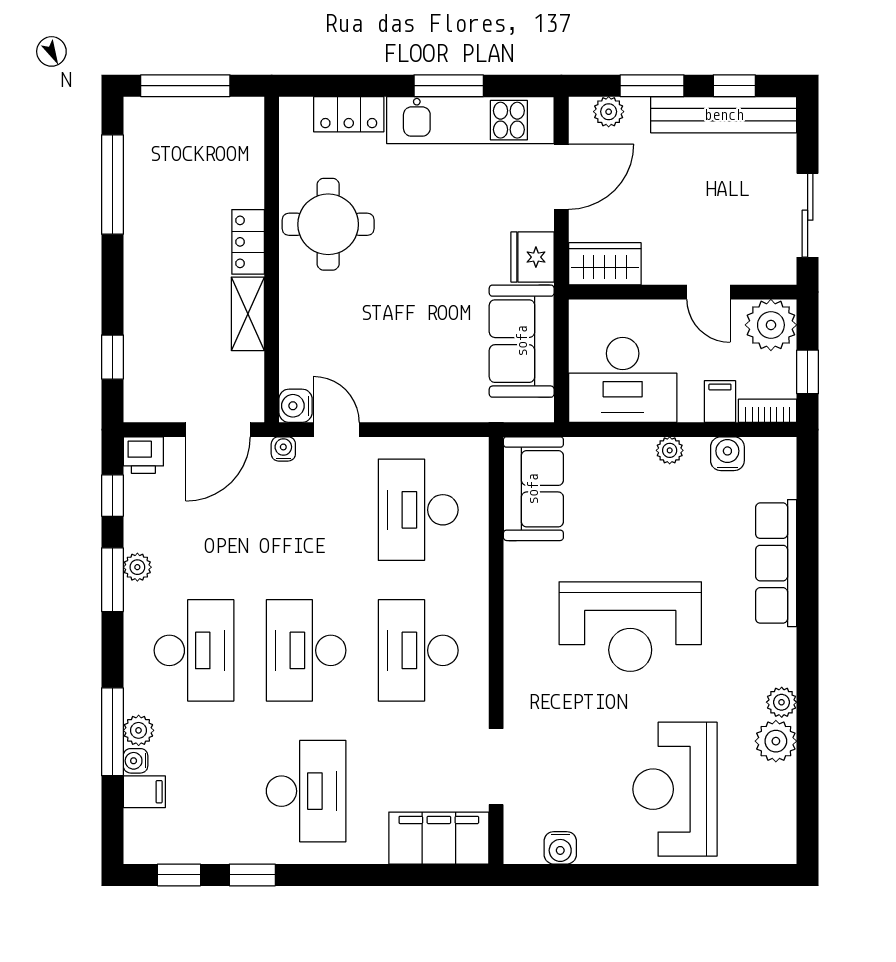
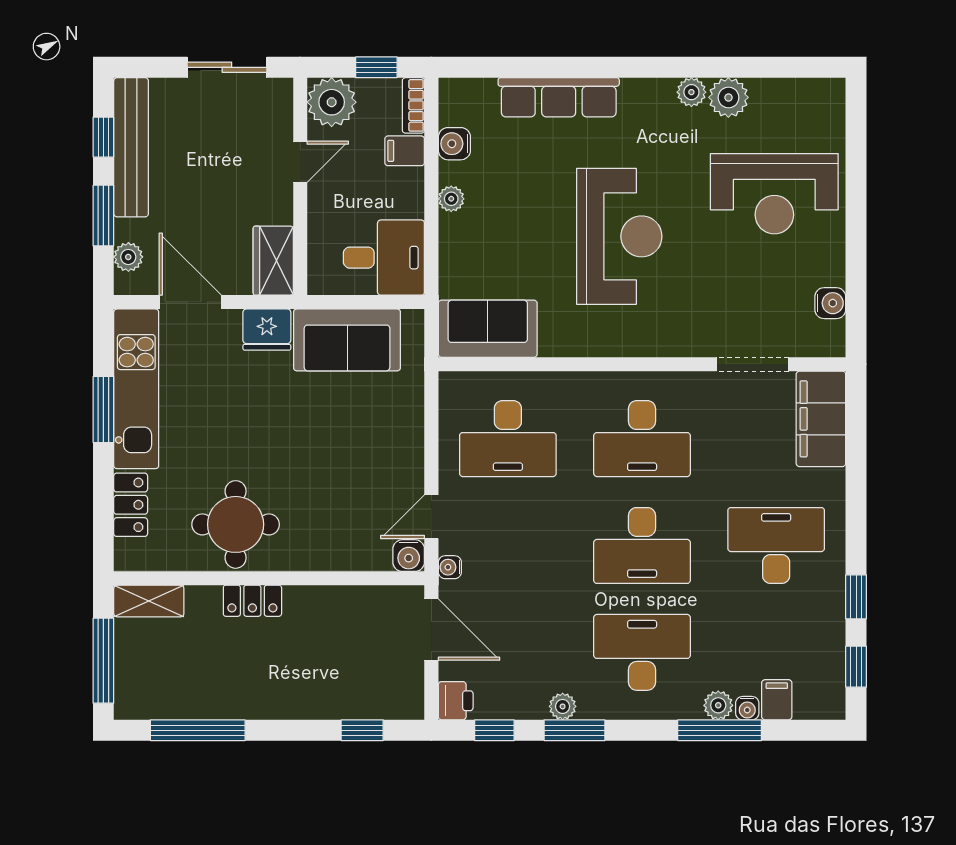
shelving: (248, 314) -> (149, 601), moved
desk: (623, 380) -> (384, 258), width x0.73

